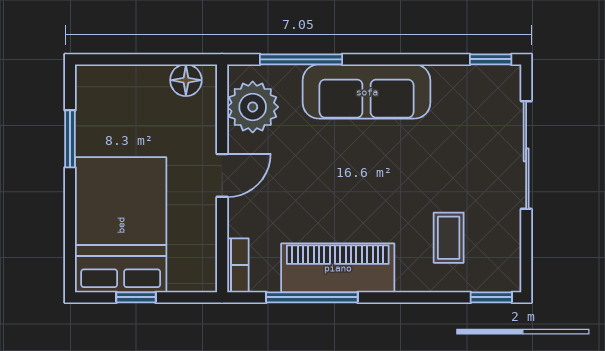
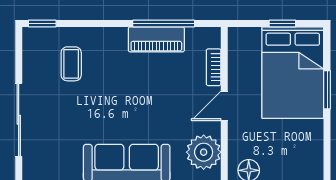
window: (70, 139) -> (327, 90), moved
bookcase: (238, 265) -> (214, 67), moved
piano: (338, 268) -> (156, 39), width x0.73, depth x0.75

